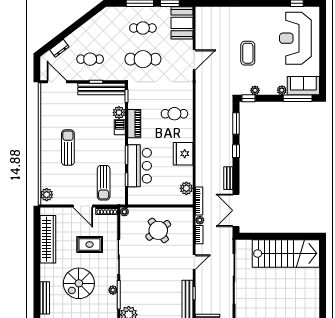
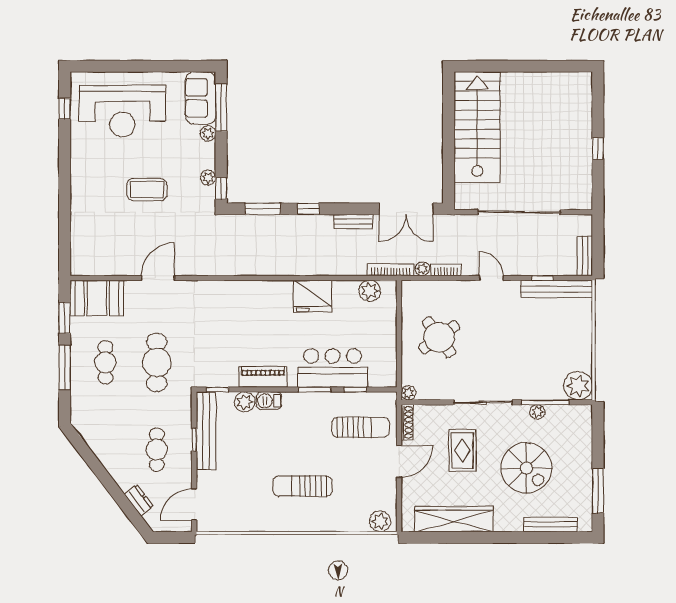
door: (194, 60) -> (158, 278), hinge flipped
cafe table: (174, 114) -> (247, 310), removed

